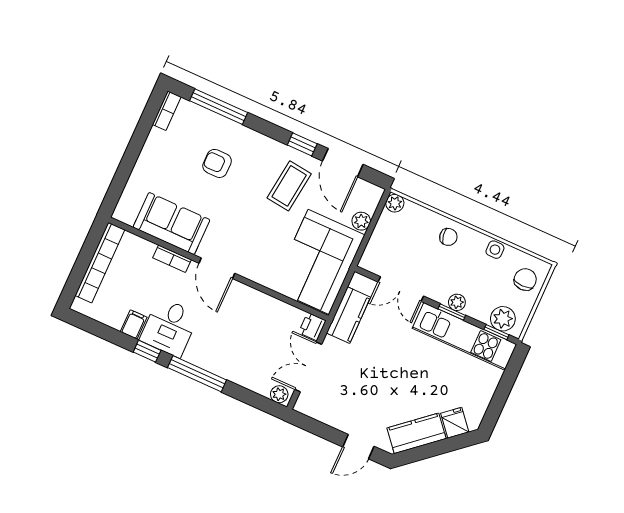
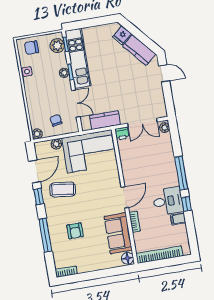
window: (219, 107) -> (45, 235), moved
floor lamp: (126, 213) -> (128, 258), added
chair: (448, 237) -> (56, 120), moved

